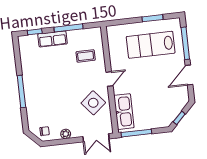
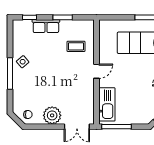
window: (69, 28) -> (63, 17), width x0.69
side table: (93, 103) -> (23, 62), moved, width x0.54, depth x0.54
plant: (66, 134) -> (52, 115), width x1.87, depth x1.87

